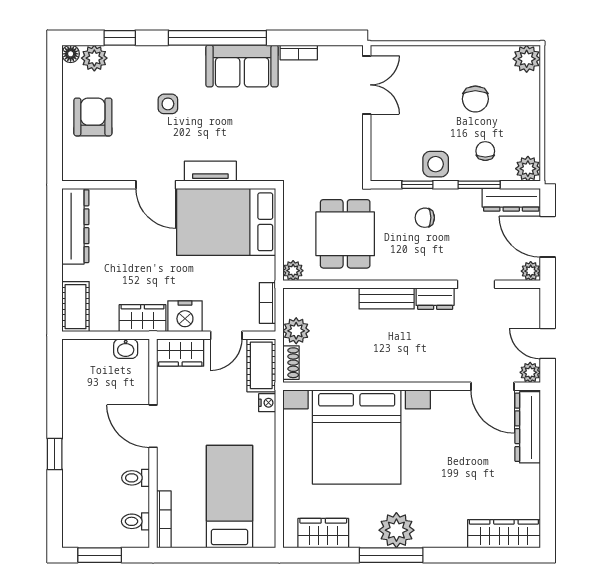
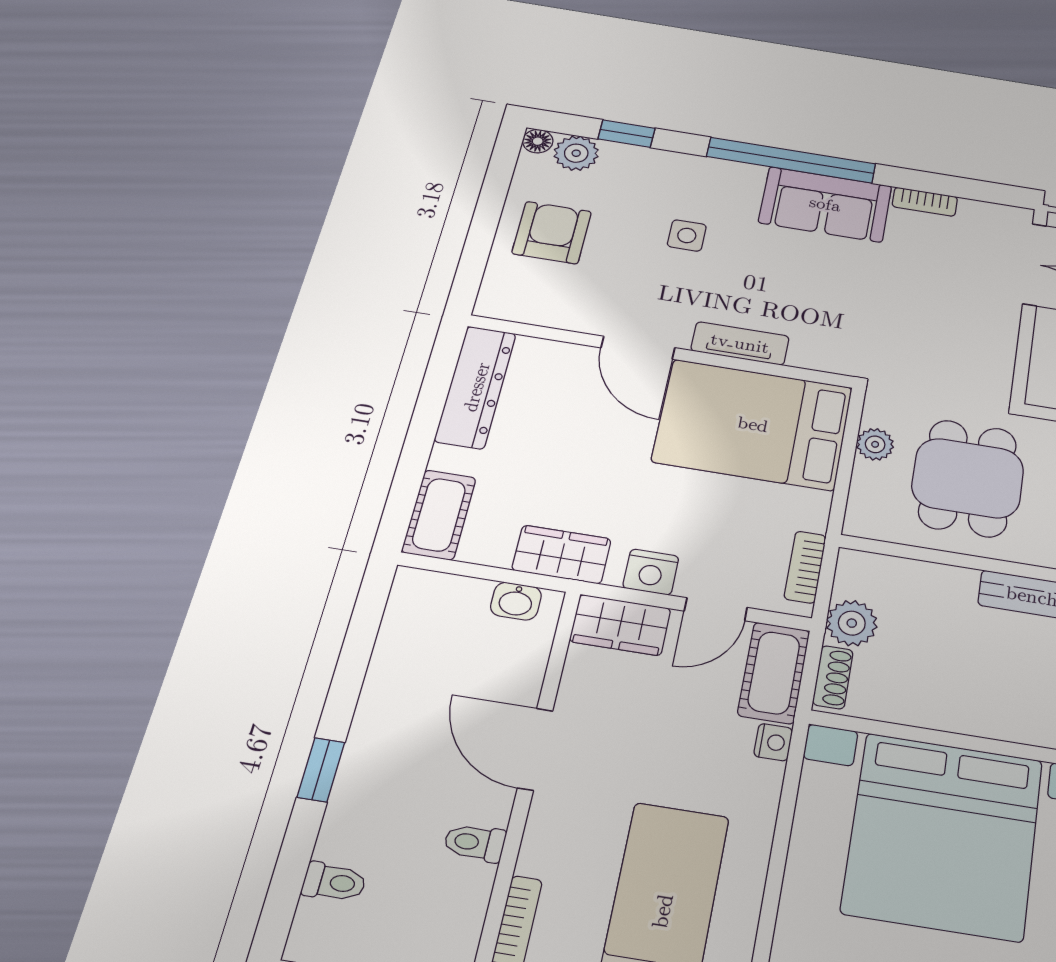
plant: (293, 271) -> (875, 444), moved
nightstand: (185, 316) -> (651, 572), width x0.74, depth x0.75
toilet: (135, 521) -> (334, 882), moved, turned 180

